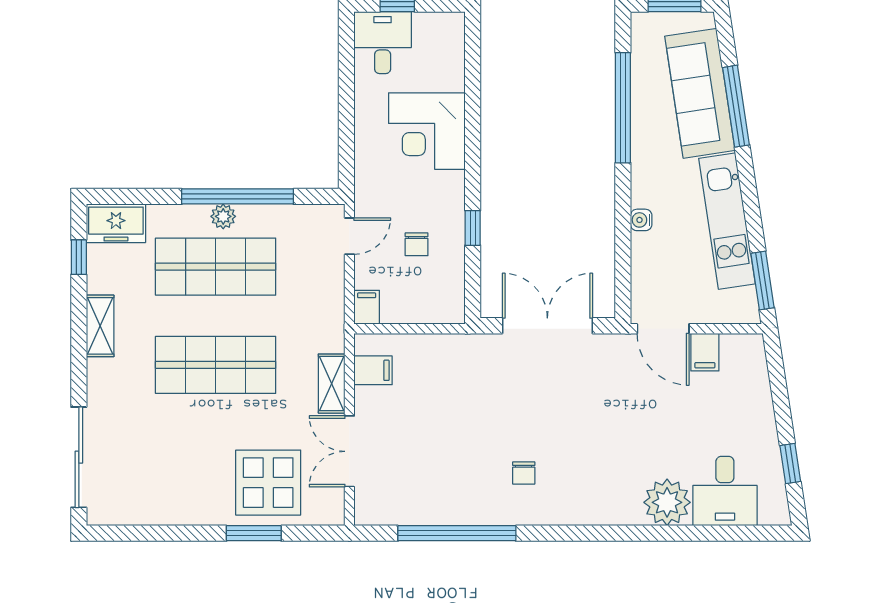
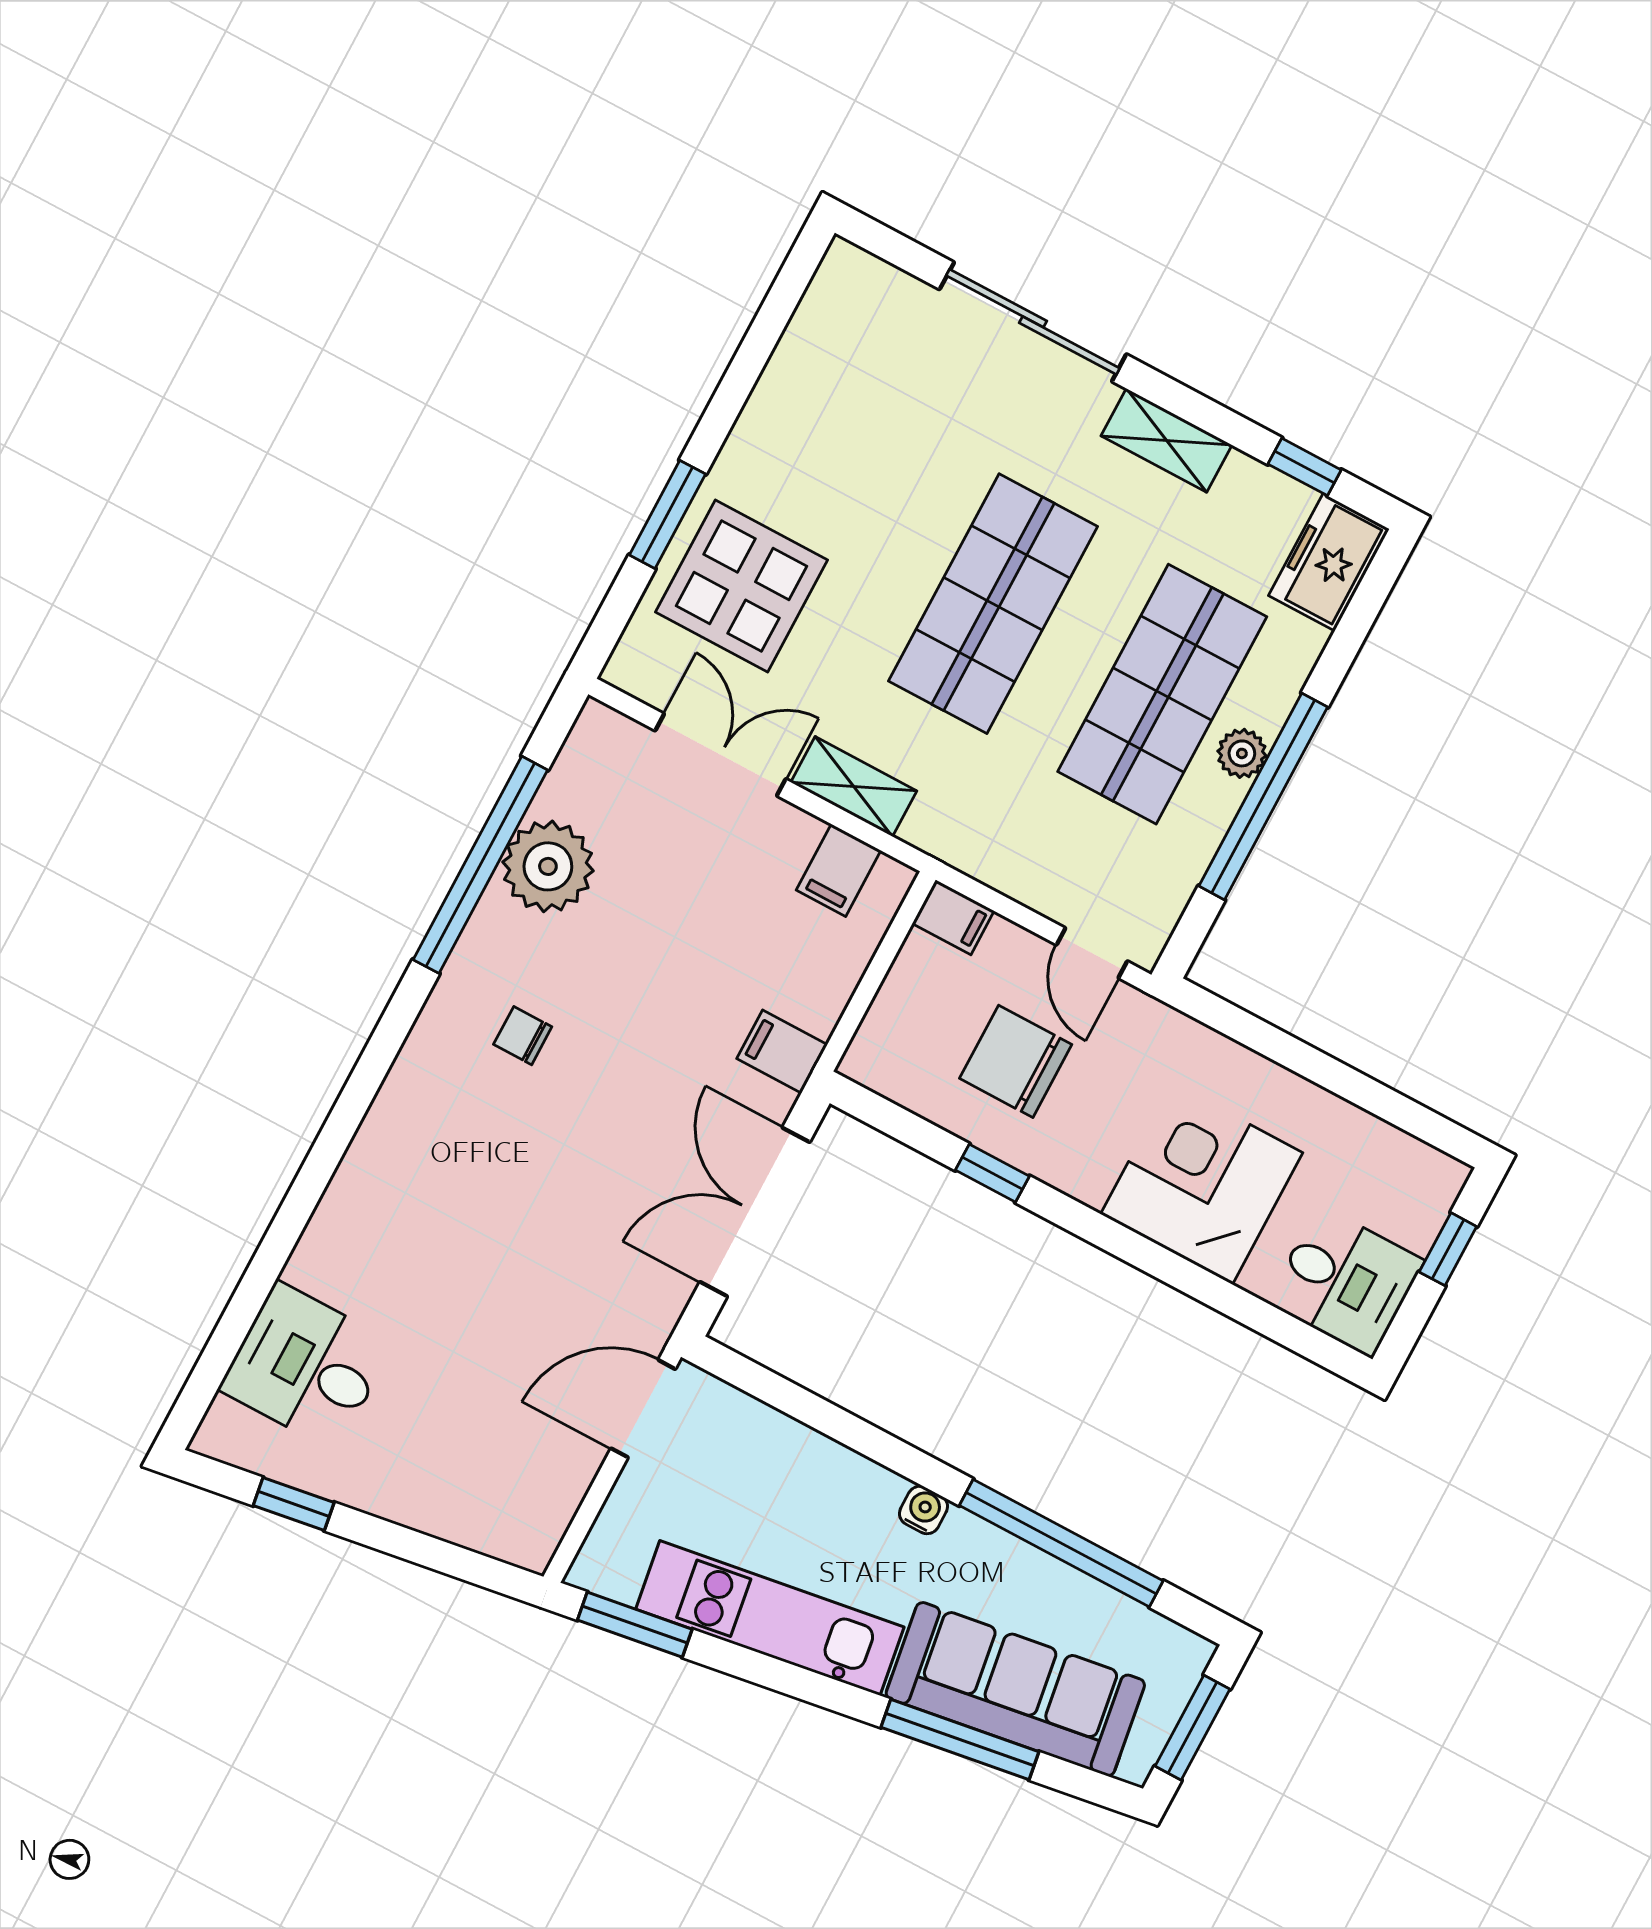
desk: (383, 43) -> (1345, 1281), moved
water cooler: (641, 220) -> (923, 1510), moved
chair: (417, 244) -> (1016, 1061), width x1.87, depth x1.87
double door: (547, 326) -> (755, 1212), swing flipped
filing cabinet: (705, 352) -> (782, 1052), moved
sliding door: (79, 457) -> (1033, 322), moved
plant: (667, 502) -> (548, 866), moved

